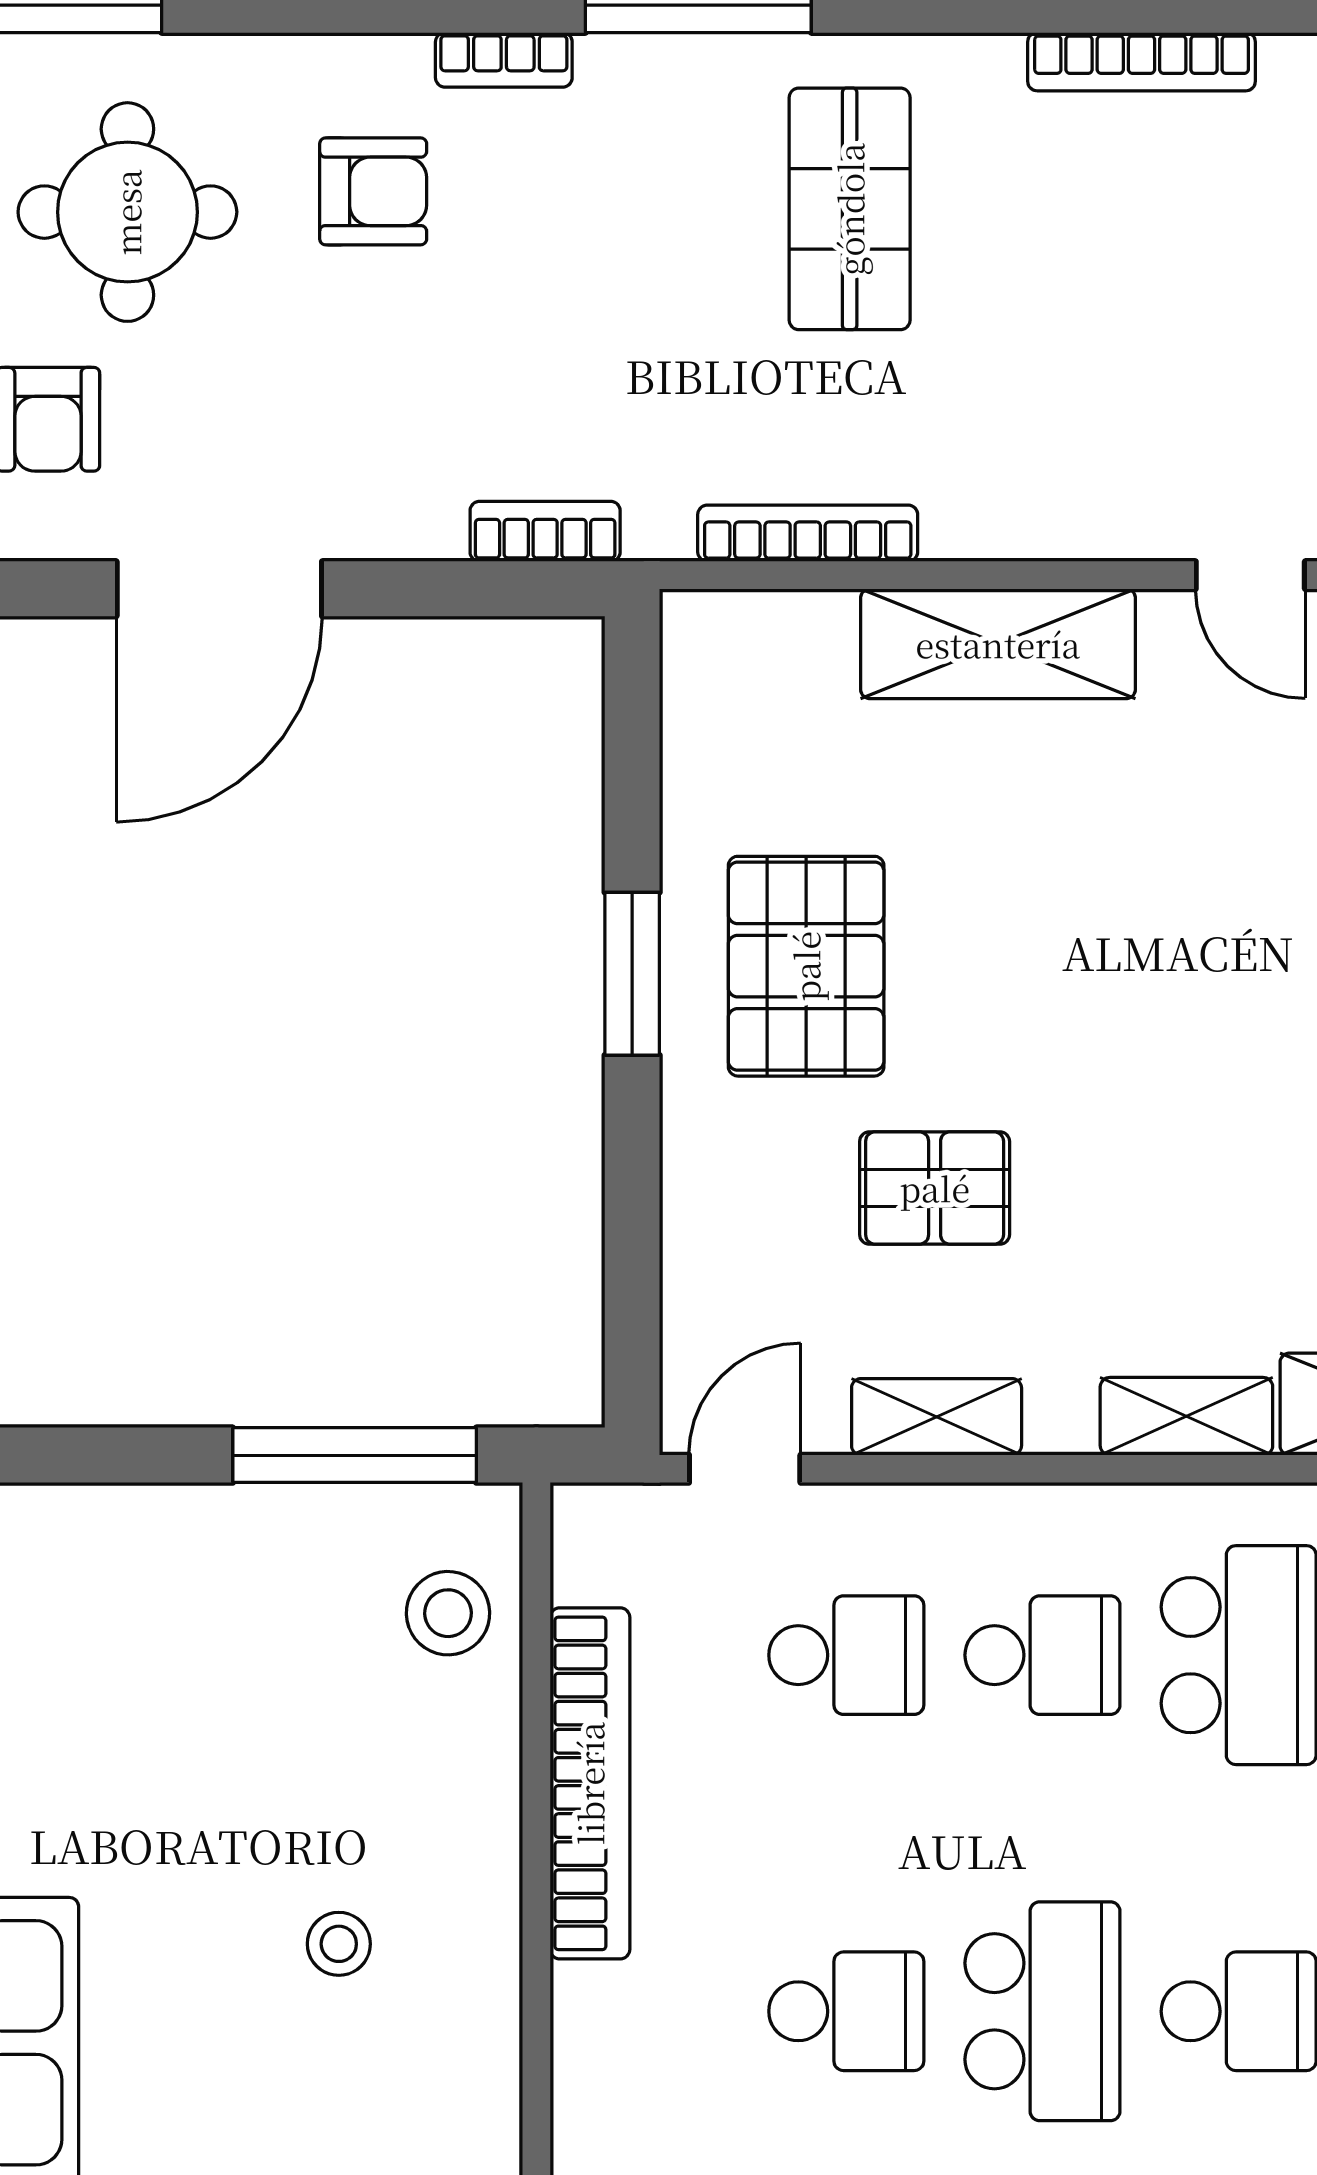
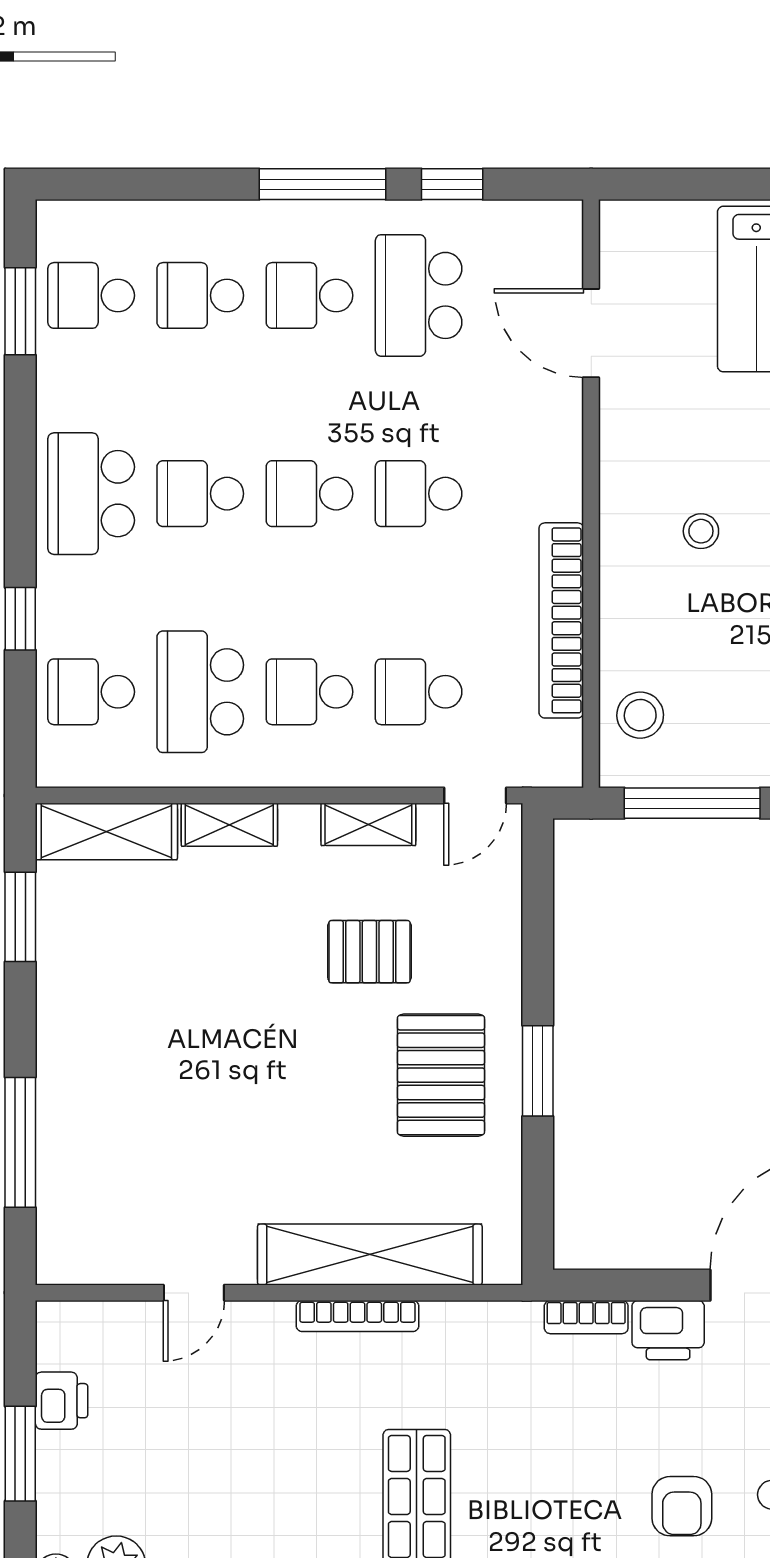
armchair: (373, 191) -> (682, 1506), turned -90
printer: (398, 508) -> (668, 1330), added
bookcase: (808, 533) -> (357, 1316), moved
door: (1250, 575) -> (194, 1293), swing flipped
shelving: (998, 644) -> (370, 1255), width x1.47
school desk: (1042, 2011) -> (309, 494), width x0.54

